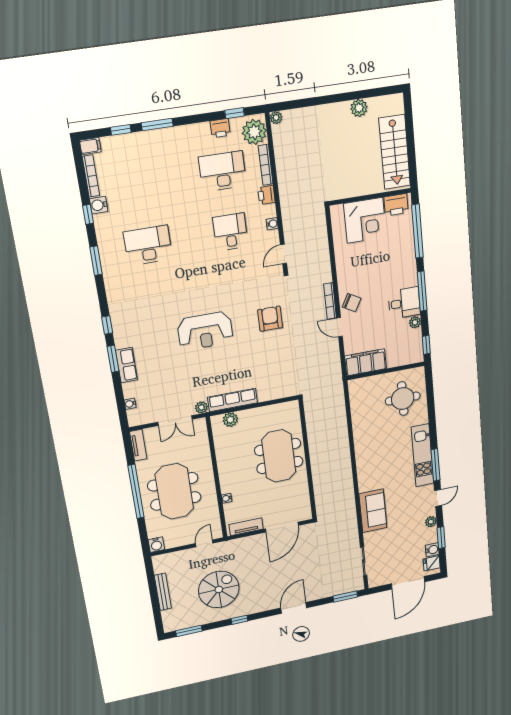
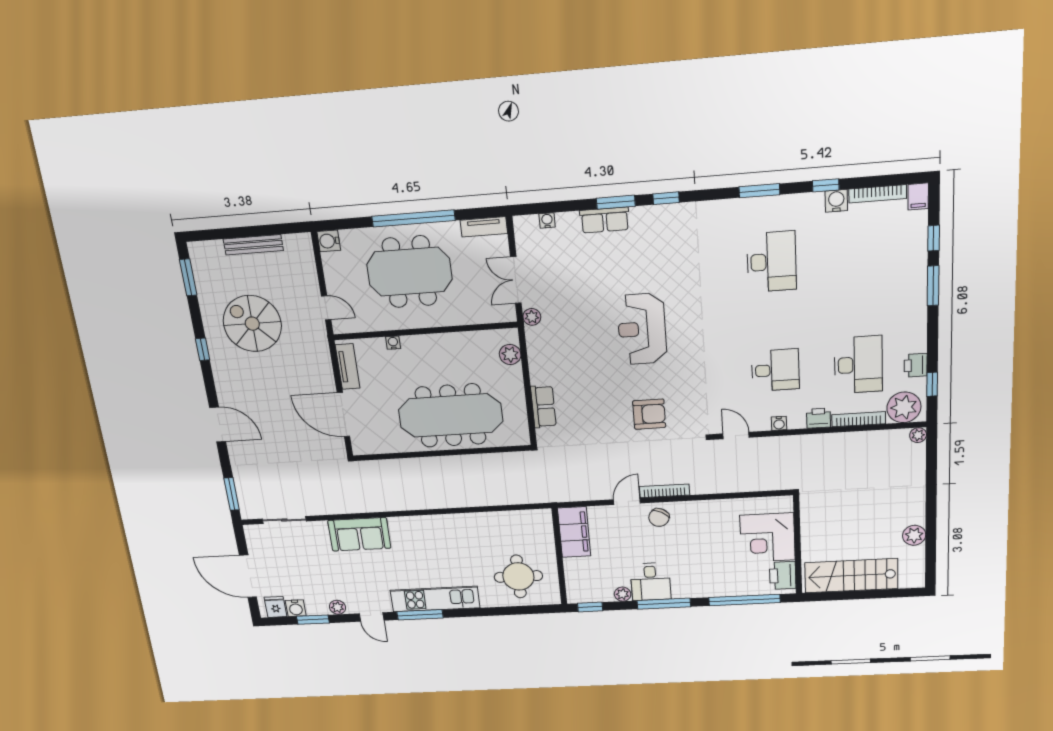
row of seats: (233, 400) -> (543, 407), moved, width x0.68
meeting table: (279, 456) -> (451, 416), width x1.36
spiral stairs: (219, 590) -> (252, 324), turned 180

